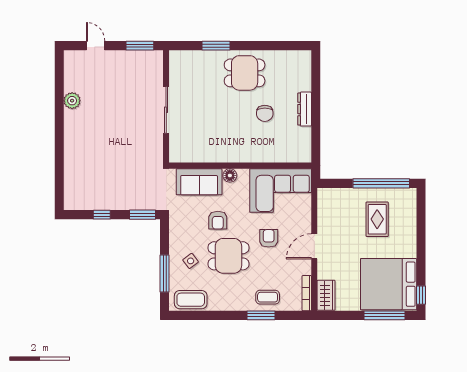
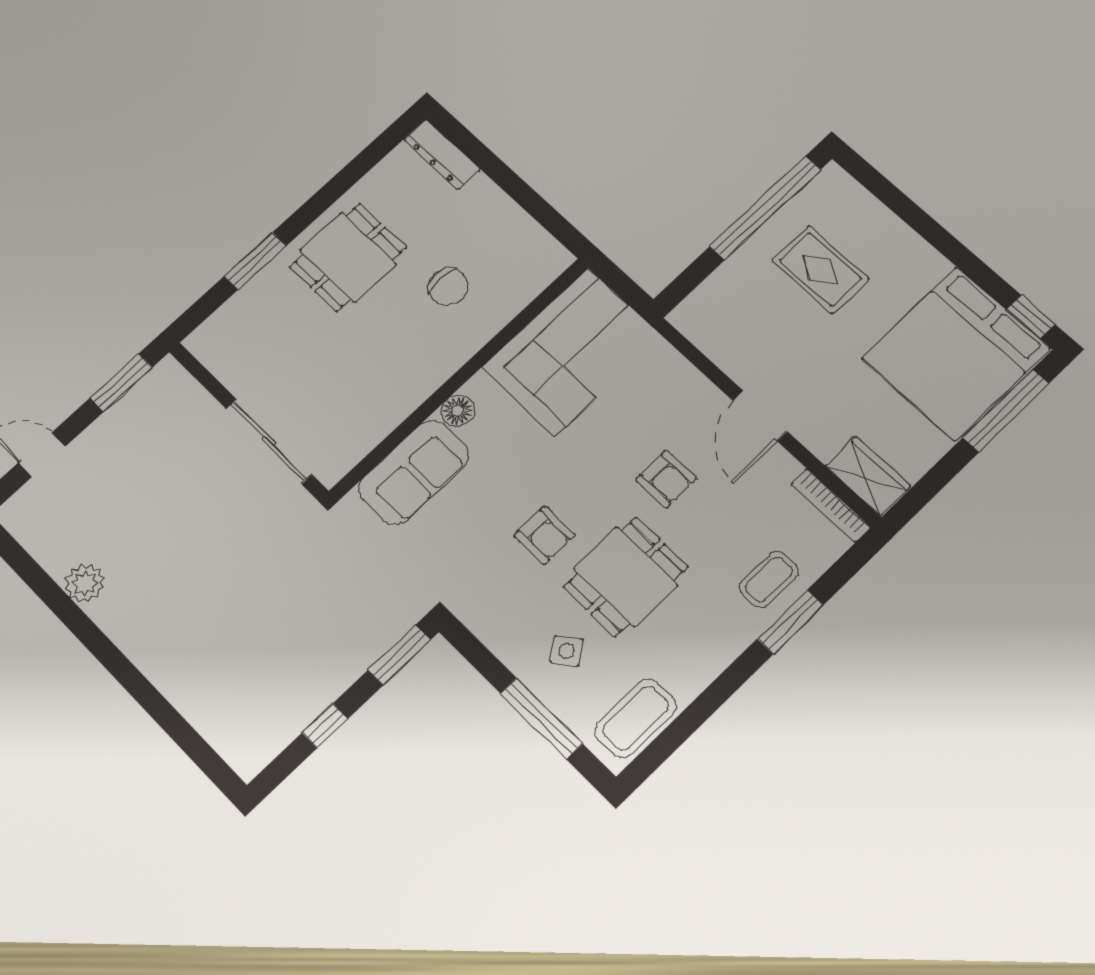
dresser: (305, 109) -> (442, 154), moved
wall: (240, 166) -> (460, 378), moved
floor lamp: (230, 175) -> (458, 411), moved
sofa: (199, 182) -> (414, 472), moved
corner sofa: (281, 191) -> (572, 351), moved
armchair: (269, 238) -> (666, 479), turned 180

